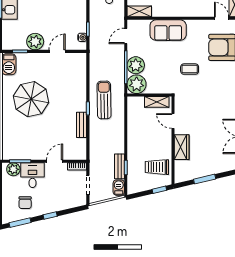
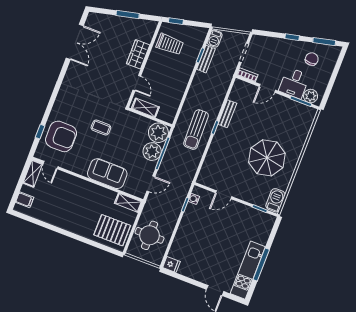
plant: (35, 42) -> (241, 212), removed

